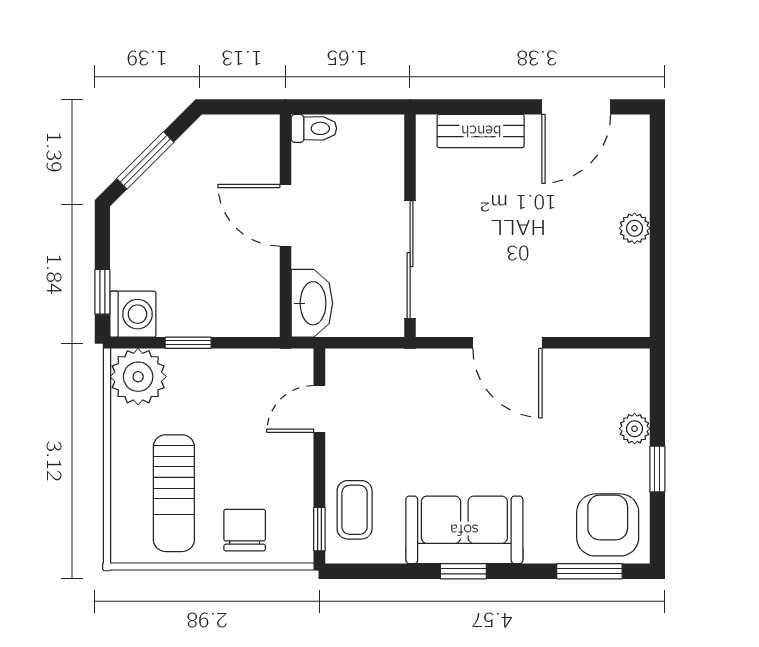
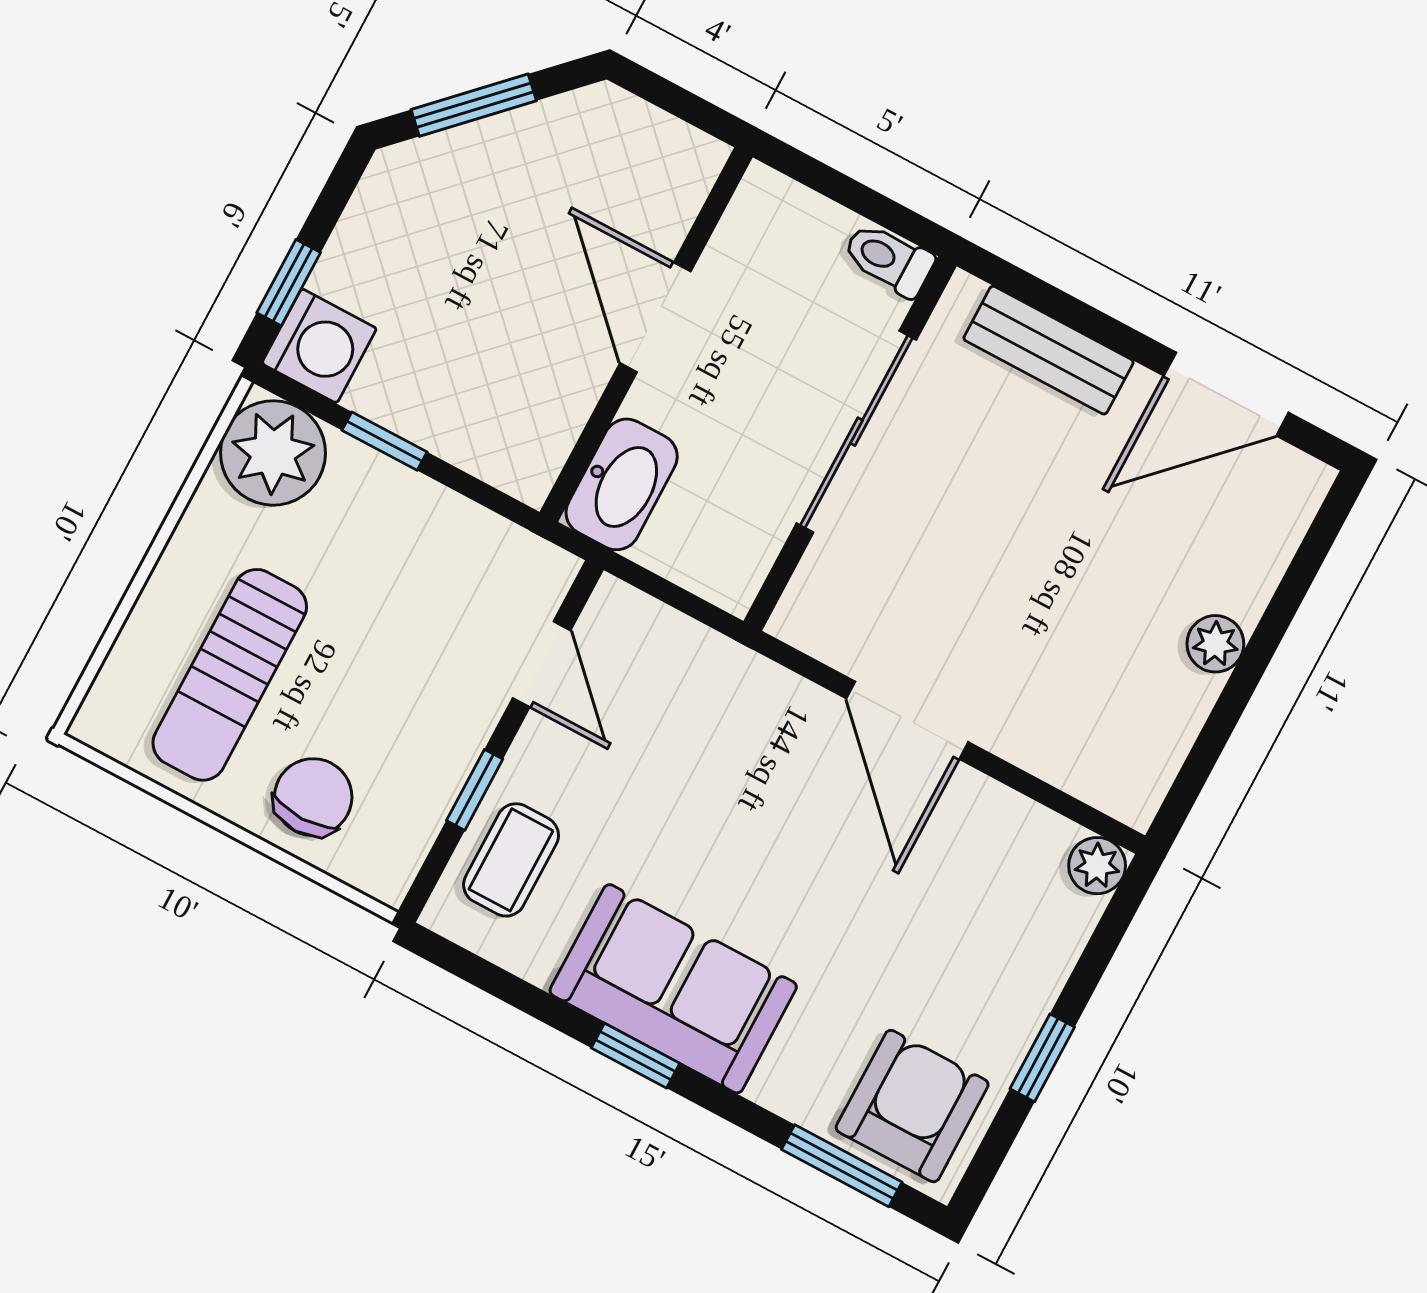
toilet: (314, 128) -> (889, 259), moved, turned 180
sliding door: (410, 260) -> (856, 432), moved
door: (319, 409) -> (542, 664), swing flipped
plant: (635, 429) -> (1097, 866), moved
window: (319, 529) -> (475, 790), moved

